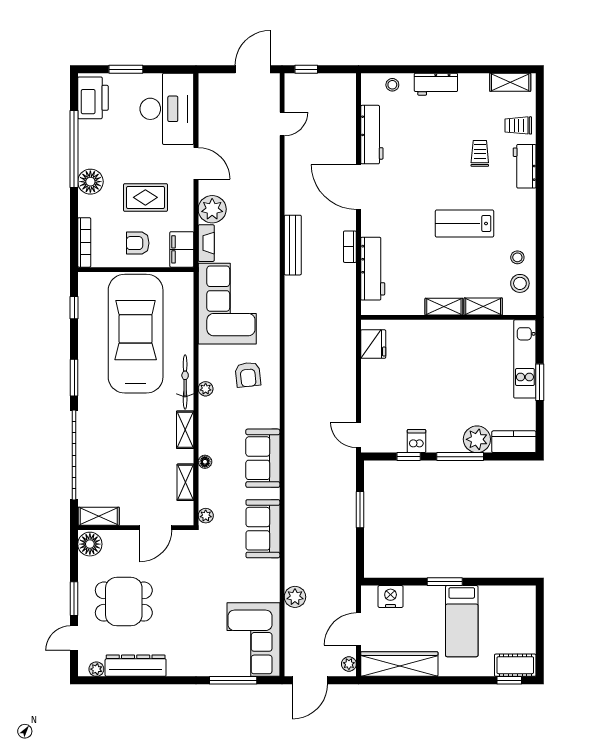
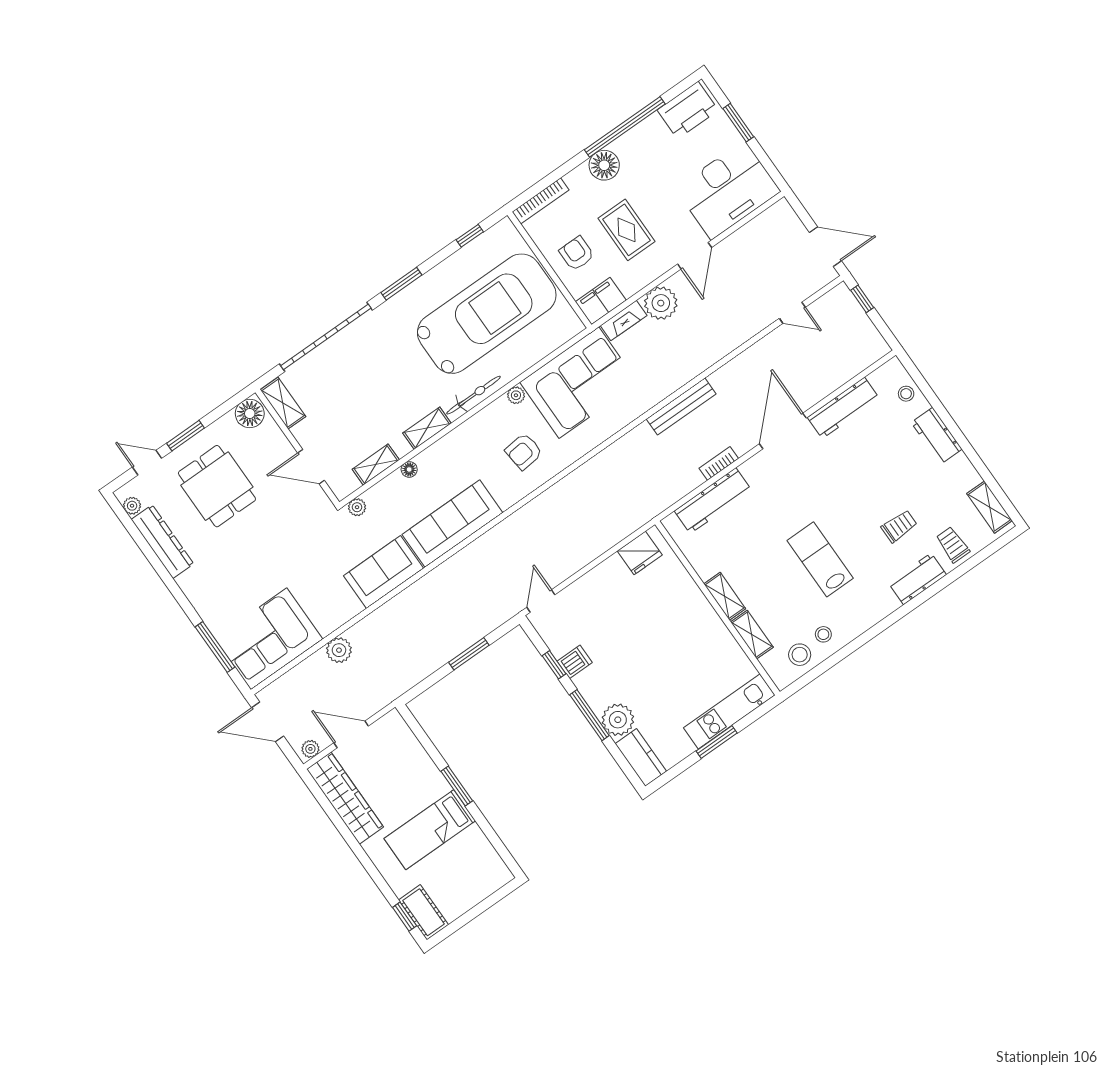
plant: (206, 389) -> (516, 395), moved
sofa: (263, 458) -> (452, 524), width x1.36
nightstand: (391, 596) -> (405, 743), removed

